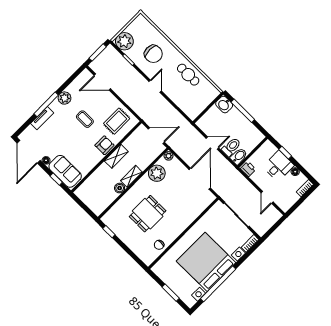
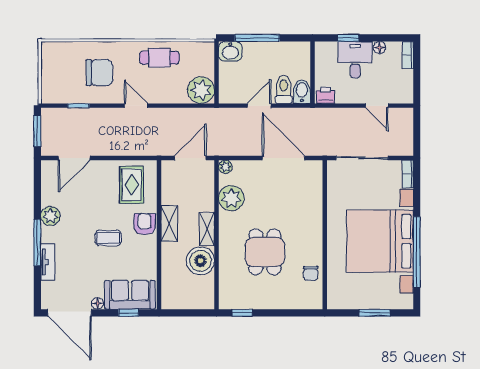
plant: (124, 41) -> (201, 90), moved
coffee table: (85, 119) -> (108, 238), moved
boiler: (120, 188) -> (201, 261), width x1.86, depth x1.86

